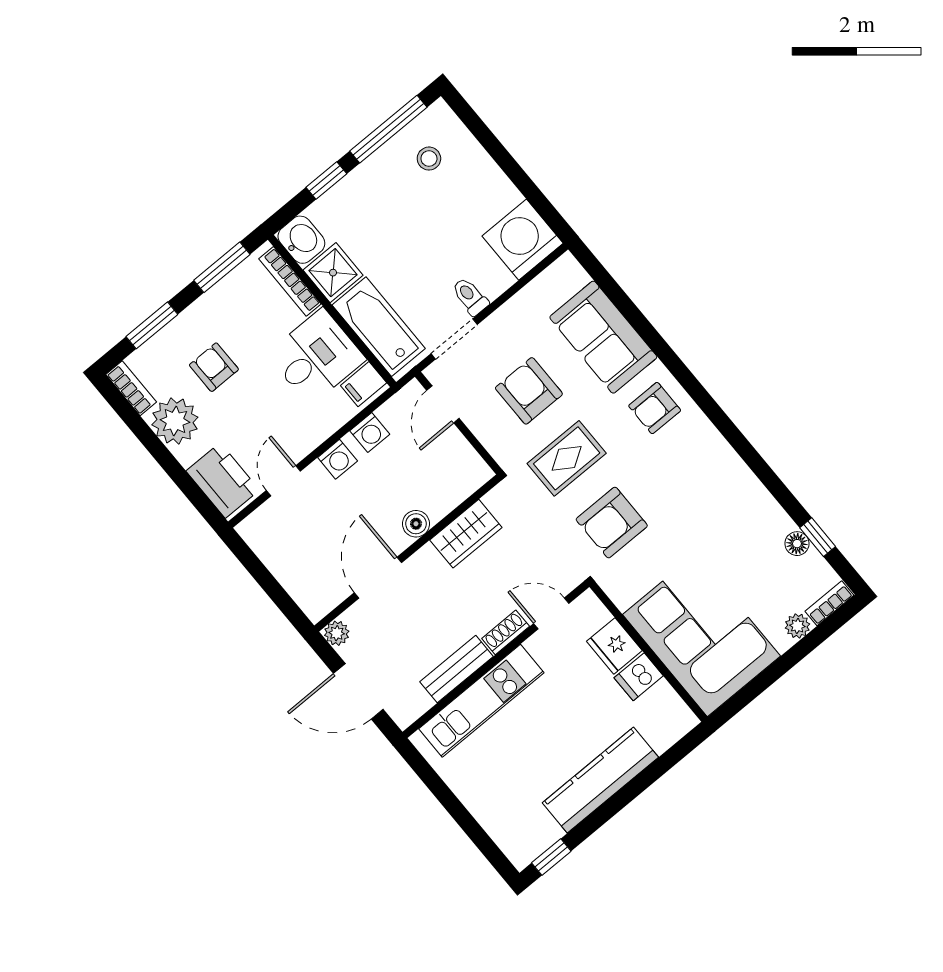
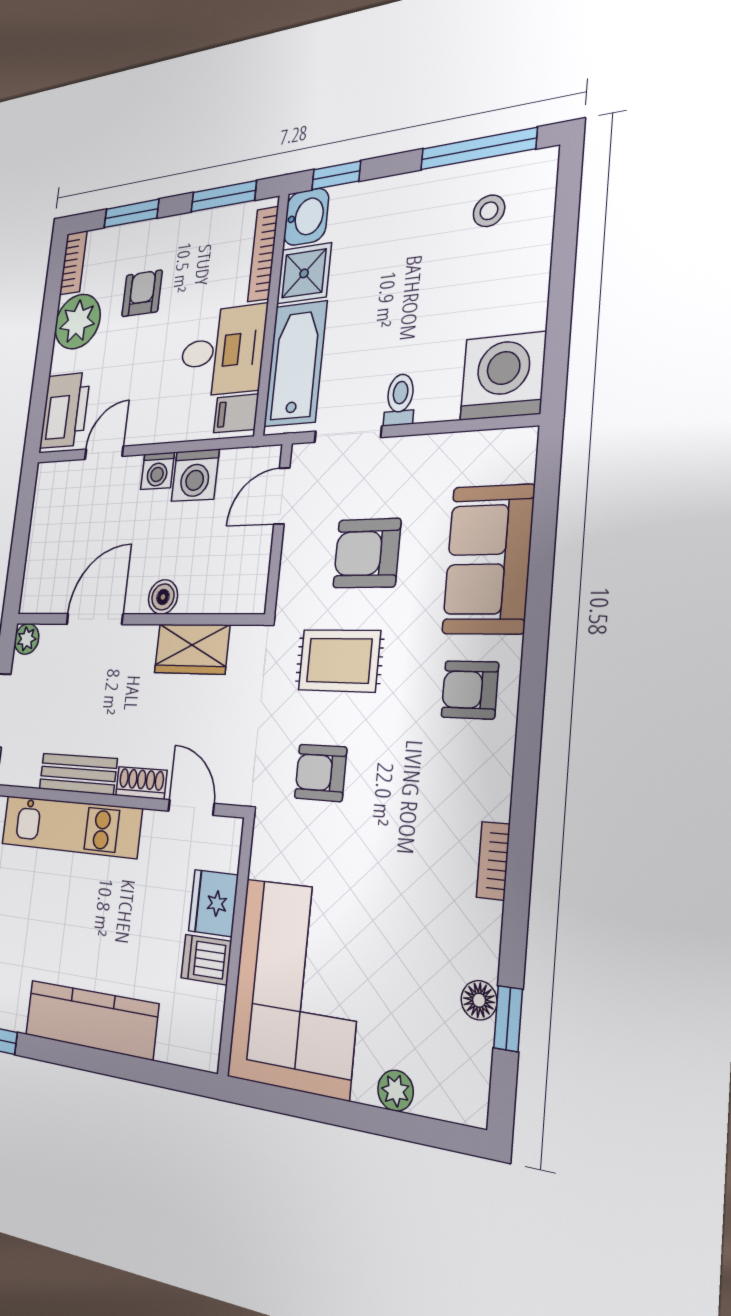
window: (326, 181) -> (336, 175), moved
armchair: (529, 391) -> (367, 553), turned -90
washing machine: (370, 433) -> (195, 475), width x1.38, depth x1.38
armchair: (612, 523) -> (321, 773), width x0.72, depth x0.72
bookcase: (829, 603) -> (493, 861), moved, turned -90

